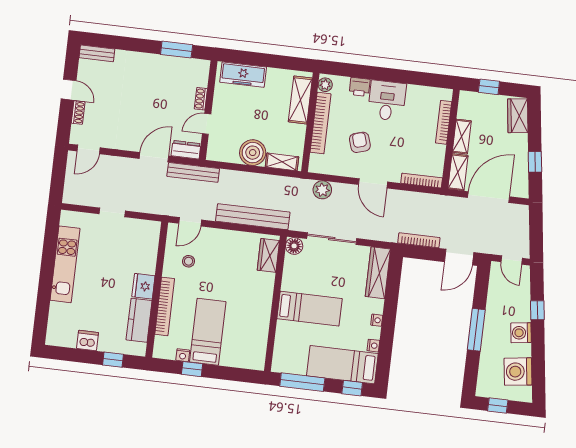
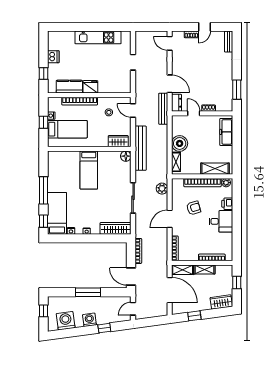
floor lamp: (294, 246) -> (126, 156), moved
wardrobe: (268, 255) -> (118, 141), moved
wall: (275, 304) -> (89, 149), moved
bed: (310, 309) -> (89, 170), moved

